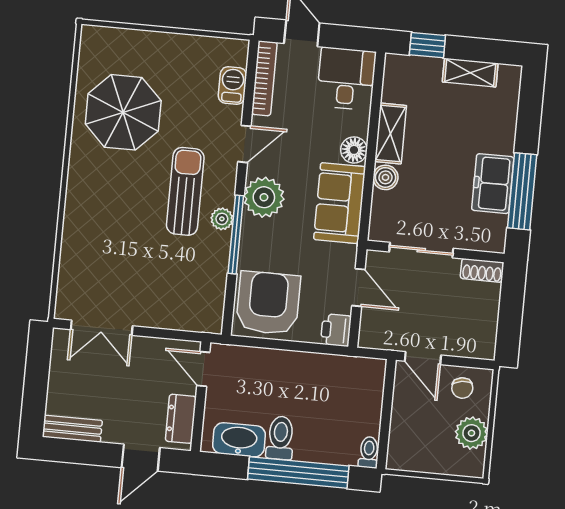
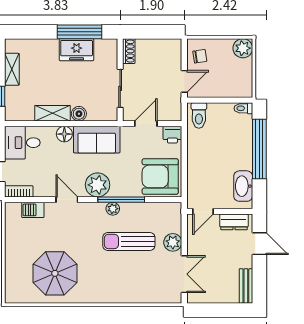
bookcase: (264, 78) -> (19, 191), width x0.64
sun lounger: (185, 191) -> (129, 241), moved
plant: (156, 314) -> (173, 242), added
plant: (472, 433) -> (243, 48), moved
toilet: (280, 438) -> (199, 115), moved, turned -90

